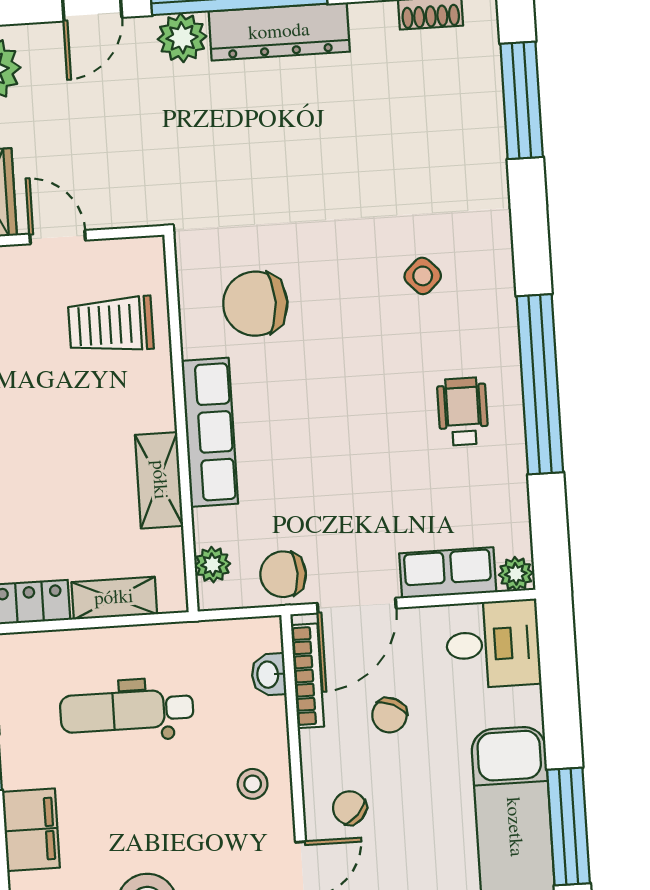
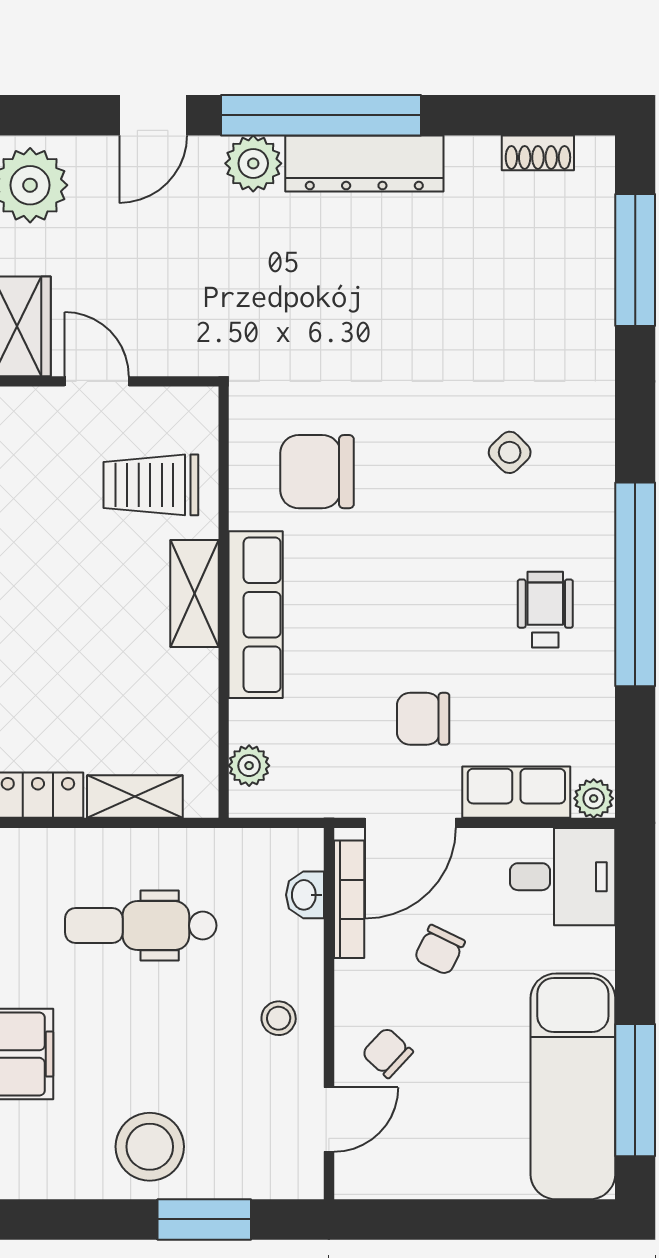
shelving: (159, 480) -> (194, 593), moved
chair: (283, 574) -> (423, 719), moved

